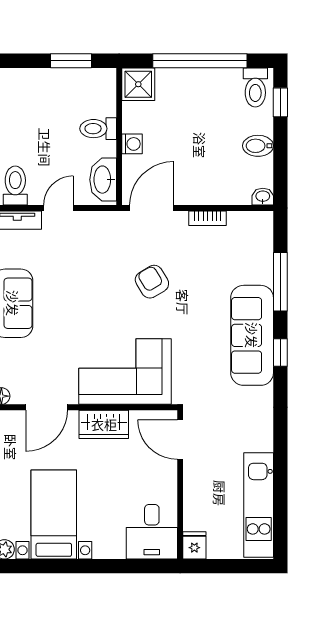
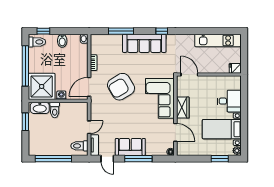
shower: (138, 84) -> (42, 86), width x1.86, depth x1.86
washbasin: (103, 180) -> (40, 108), moved
door: (58, 208) -> (89, 127), swing flipped
door: (152, 208) -> (89, 87), hinge flipped
armchair: (152, 282) -> (121, 87), width x1.88, depth x1.88
window: (280, 353) -> (162, 31), moved
door: (180, 440) -> (189, 75), swing flipped
desk: (152, 532) -> (229, 101), moved

